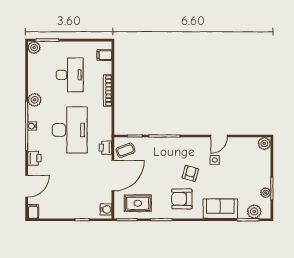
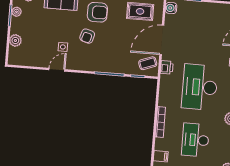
plant: (264, 144) -> (15, 40), moved

